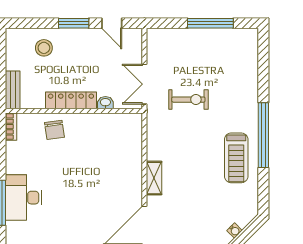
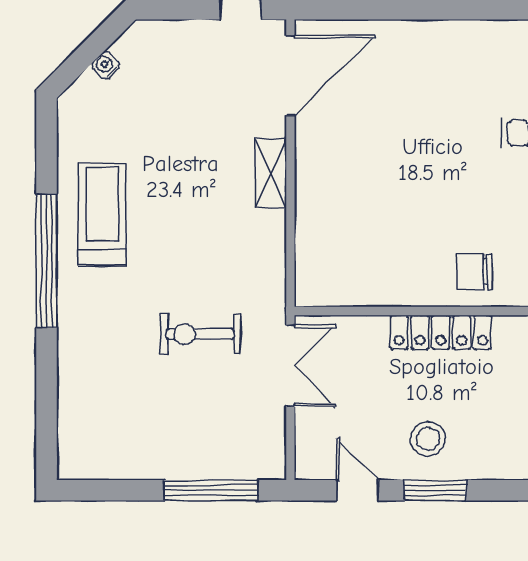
window: (210, 23) -> (211, 490), moved
stool: (44, 48) -> (428, 439), moved
washbasin: (105, 103) -> (370, 328), removed
chair: (54, 130) -> (475, 272), turned -82

